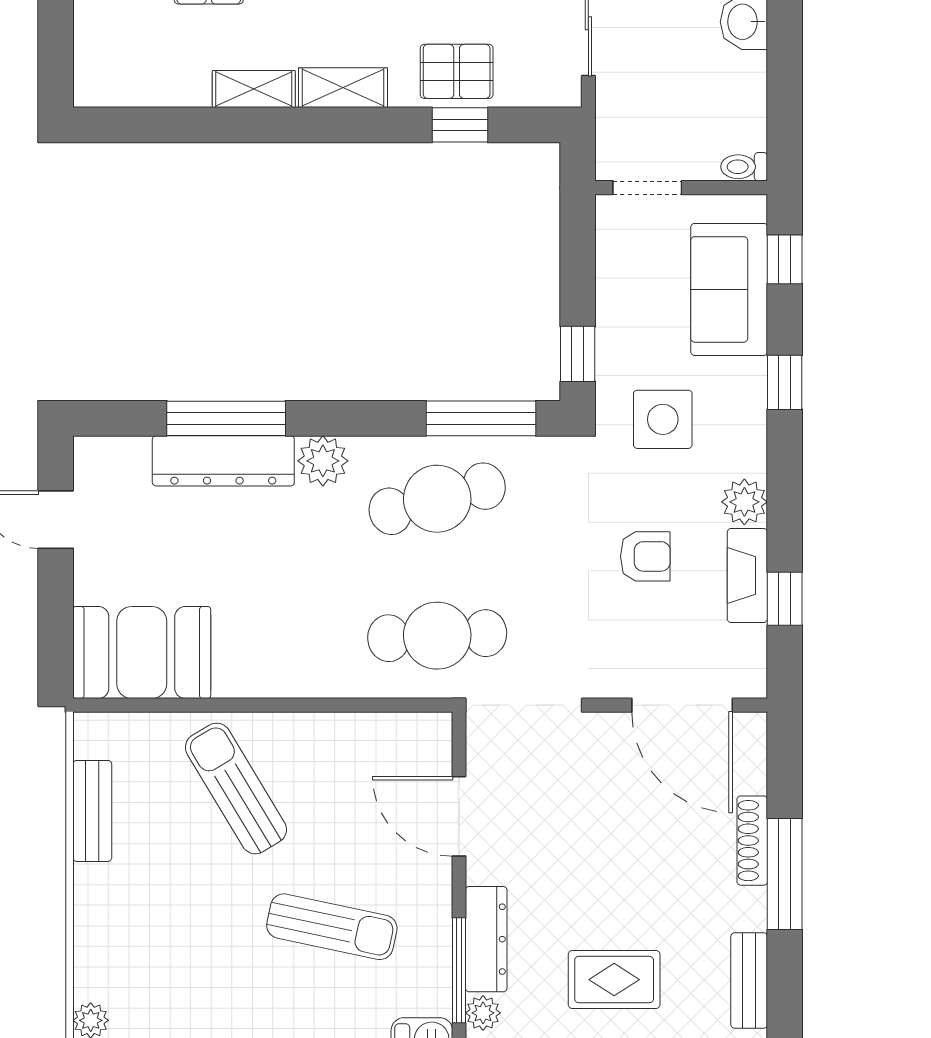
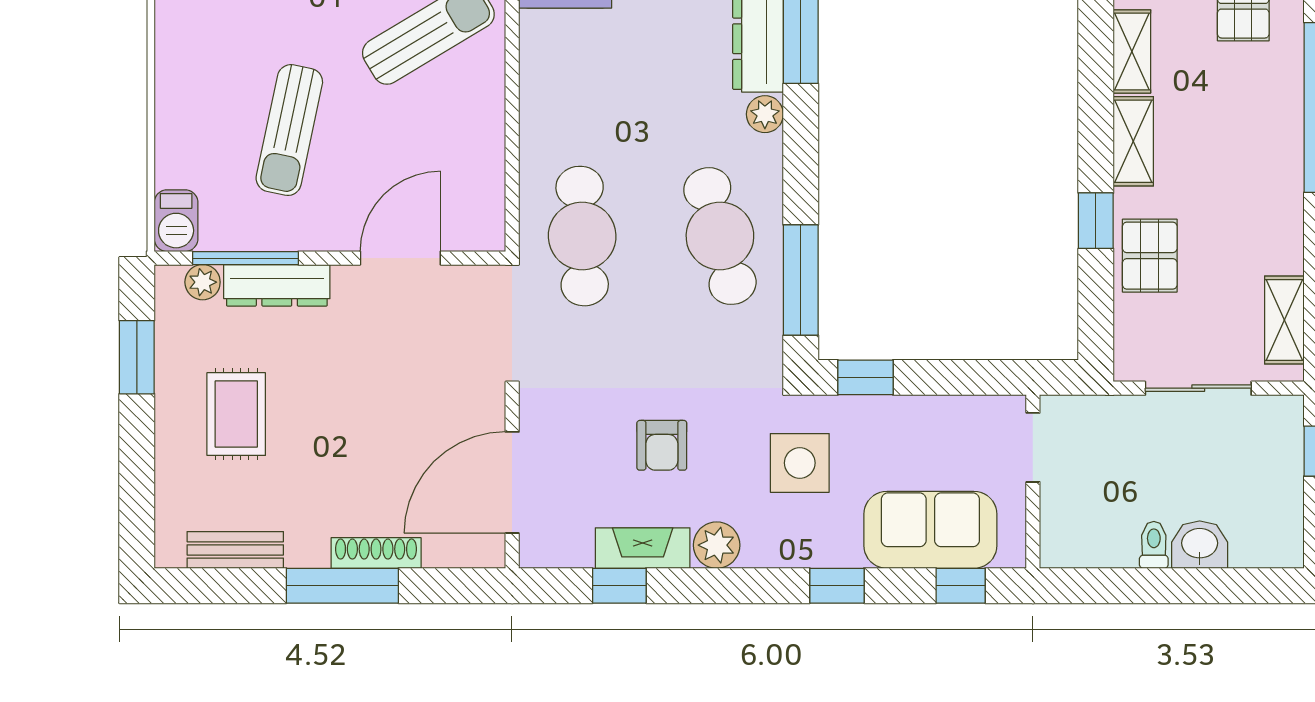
window: (460, 125) -> (1096, 221), moved
toilet: (744, 167) -> (1154, 545), moved
plant: (323, 461) -> (765, 114), width x0.73, depth x0.73

